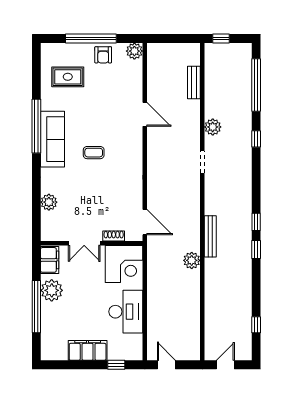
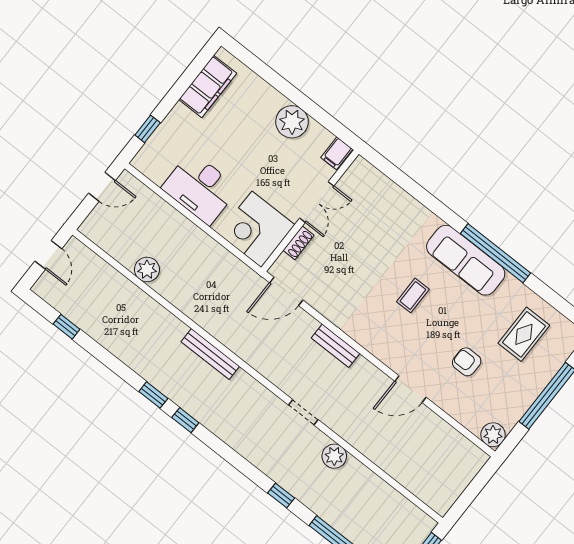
armchair: (103, 55) -> (467, 362), moved
bench: (194, 82) -> (335, 346), moved
plant: (49, 202) -> (396, 199), removed
double door: (84, 243) -> (317, 202), swing flipped
filing cabinet: (50, 260) -> (337, 153), width x0.50
plant: (192, 260) -> (147, 269), moved
window: (36, 307) -> (287, 89), removed
filing cabinet: (88, 350) -> (208, 86), moved

